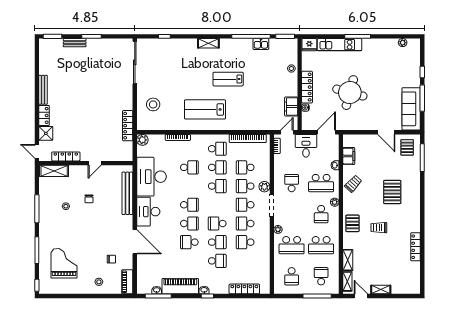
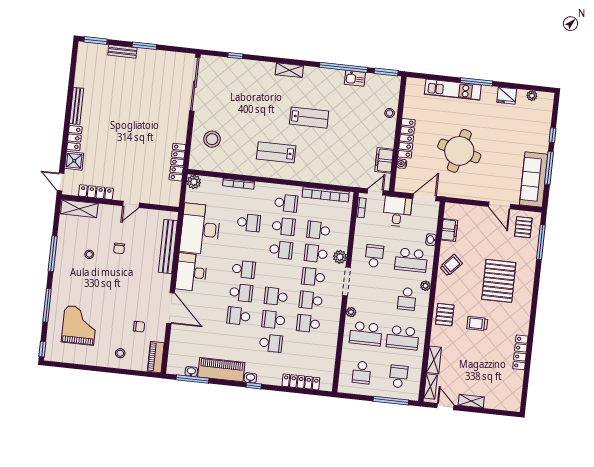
fridge: (309, 45) -> (507, 96), moved
lab bench: (228, 79) -> (309, 118), turned 180
lab bench: (205, 109) -> (276, 152), width x0.73, depth x0.72
pallet: (392, 192) -> (499, 281), width x1.37, depth x1.41
school desk: (217, 242) -> (273, 320), turned 180

